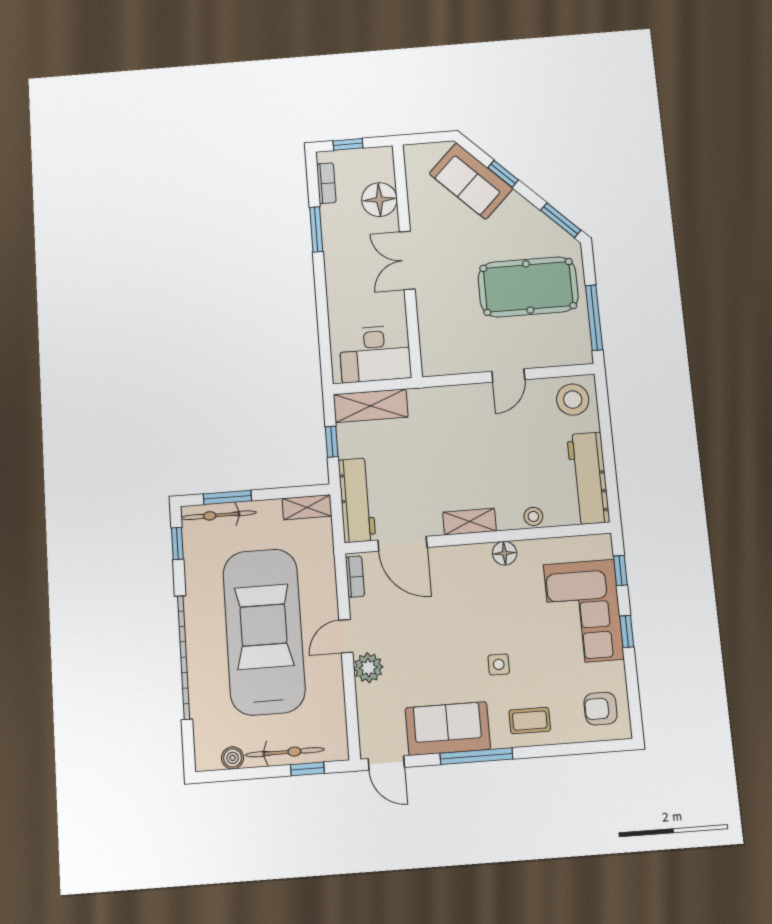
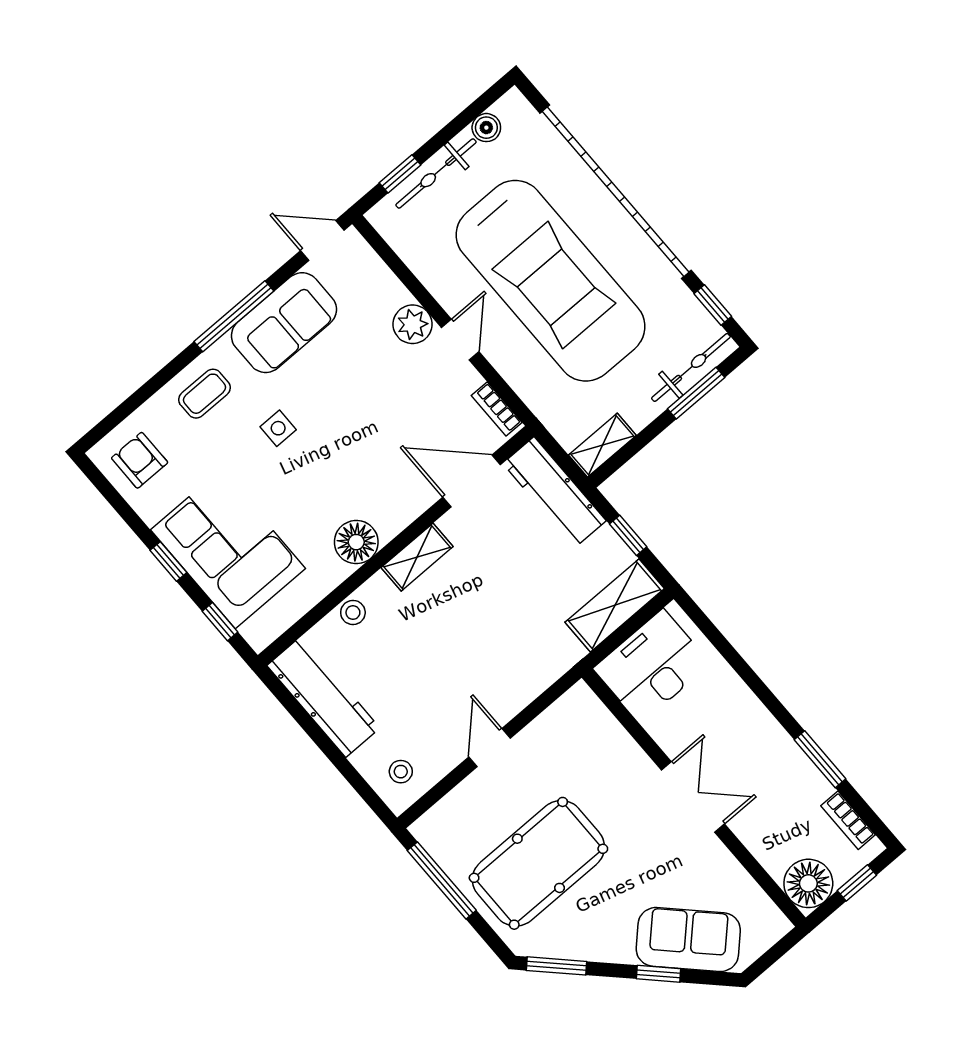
floor lamp: (379, 200) -> (808, 883), moved
stool: (573, 400) -> (401, 772), width x0.53, depth x0.53
floor lamp: (505, 553) -> (356, 542), width x1.38, depth x1.38
garage door: (184, 657) -> (616, 192), width x1.36
armchair: (601, 709) -> (140, 460), turned -90

